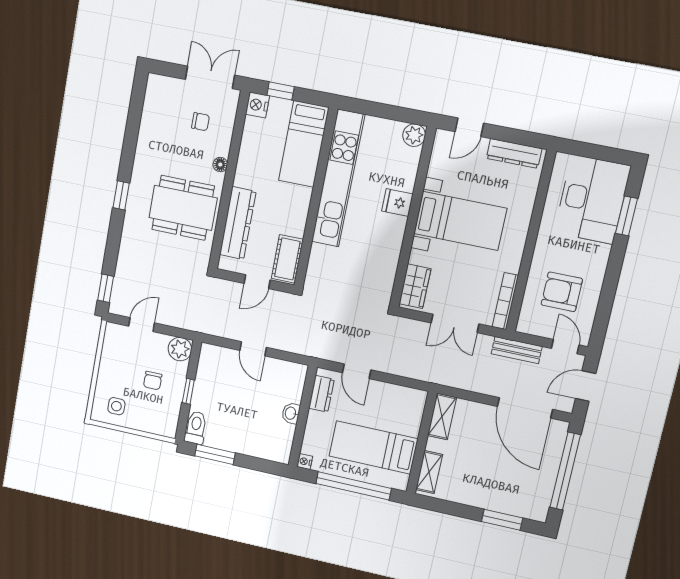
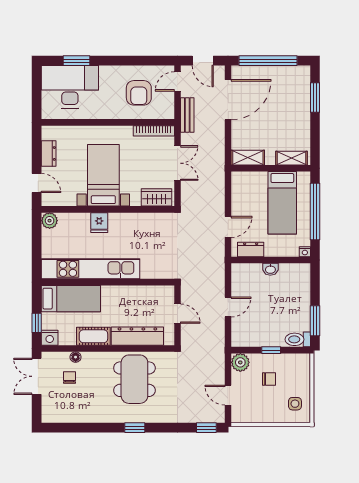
dresser: (514, 153) -> (49, 153), width x0.70
floor lamp: (220, 165) -> (76, 357), moved
cot: (287, 259) -> (93, 336), moved

